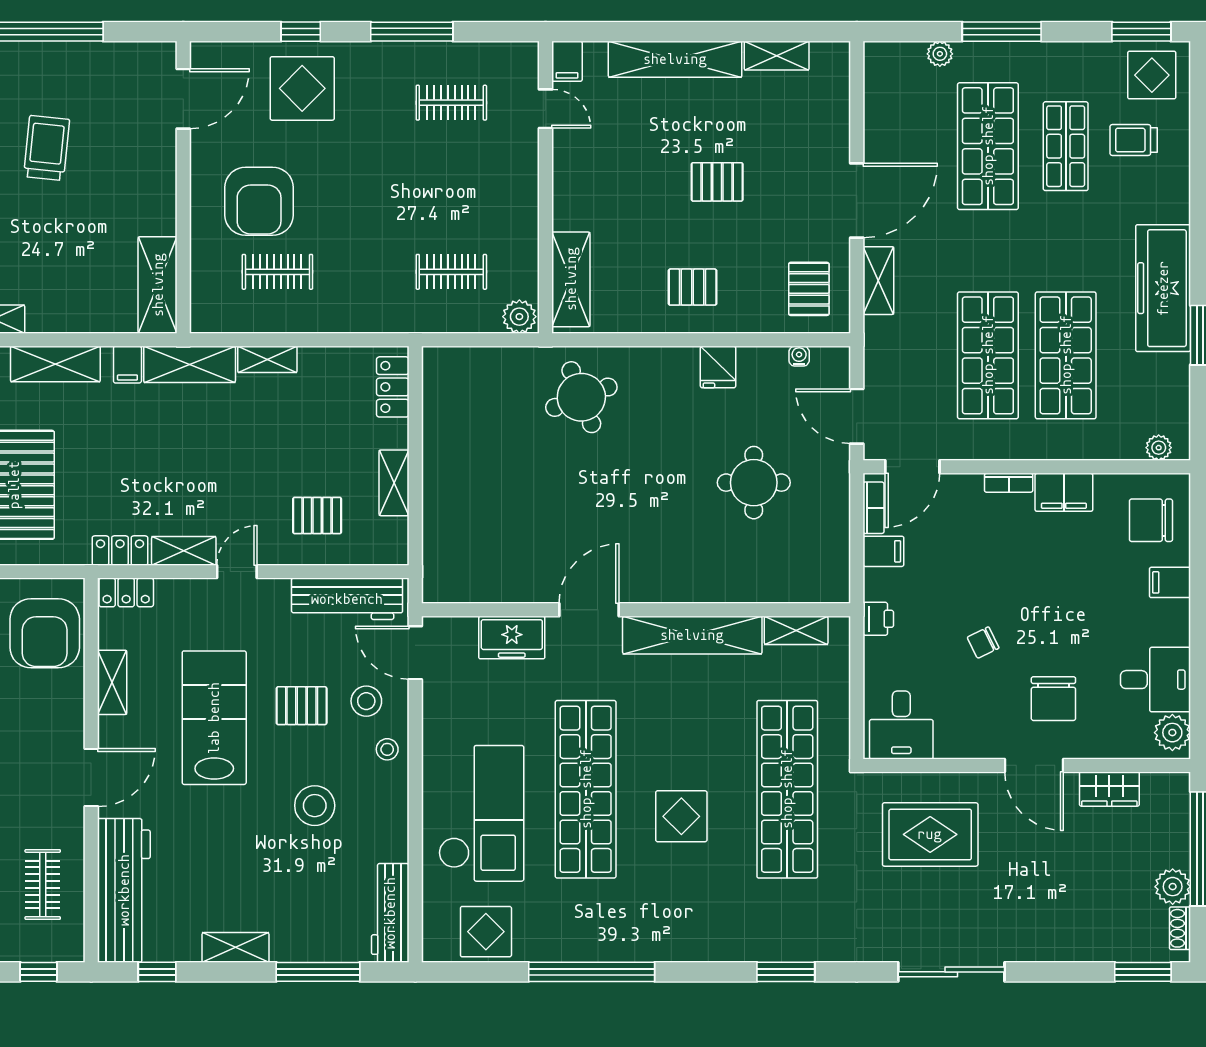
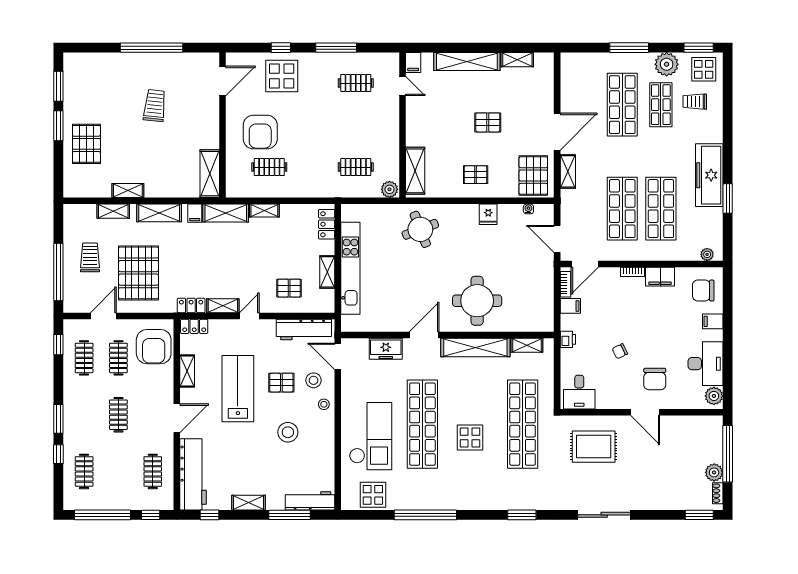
plant: (940, 54) -> (667, 64), moved, width x1.88, depth x1.88
pallet: (809, 289) -> (533, 176), width x1.50, depth x1.42
kitchen unit: (441, 476) -> (350, 268), added
round table: (754, 483) -> (477, 301), moved, width x1.36, depth x1.36
desk: (1155, 680) -> (706, 364), width x1.37
wardrobe: (1109, 789) -> (683, 424), removed
workbench: (390, 913) -> (310, 501), moved, turned 90

